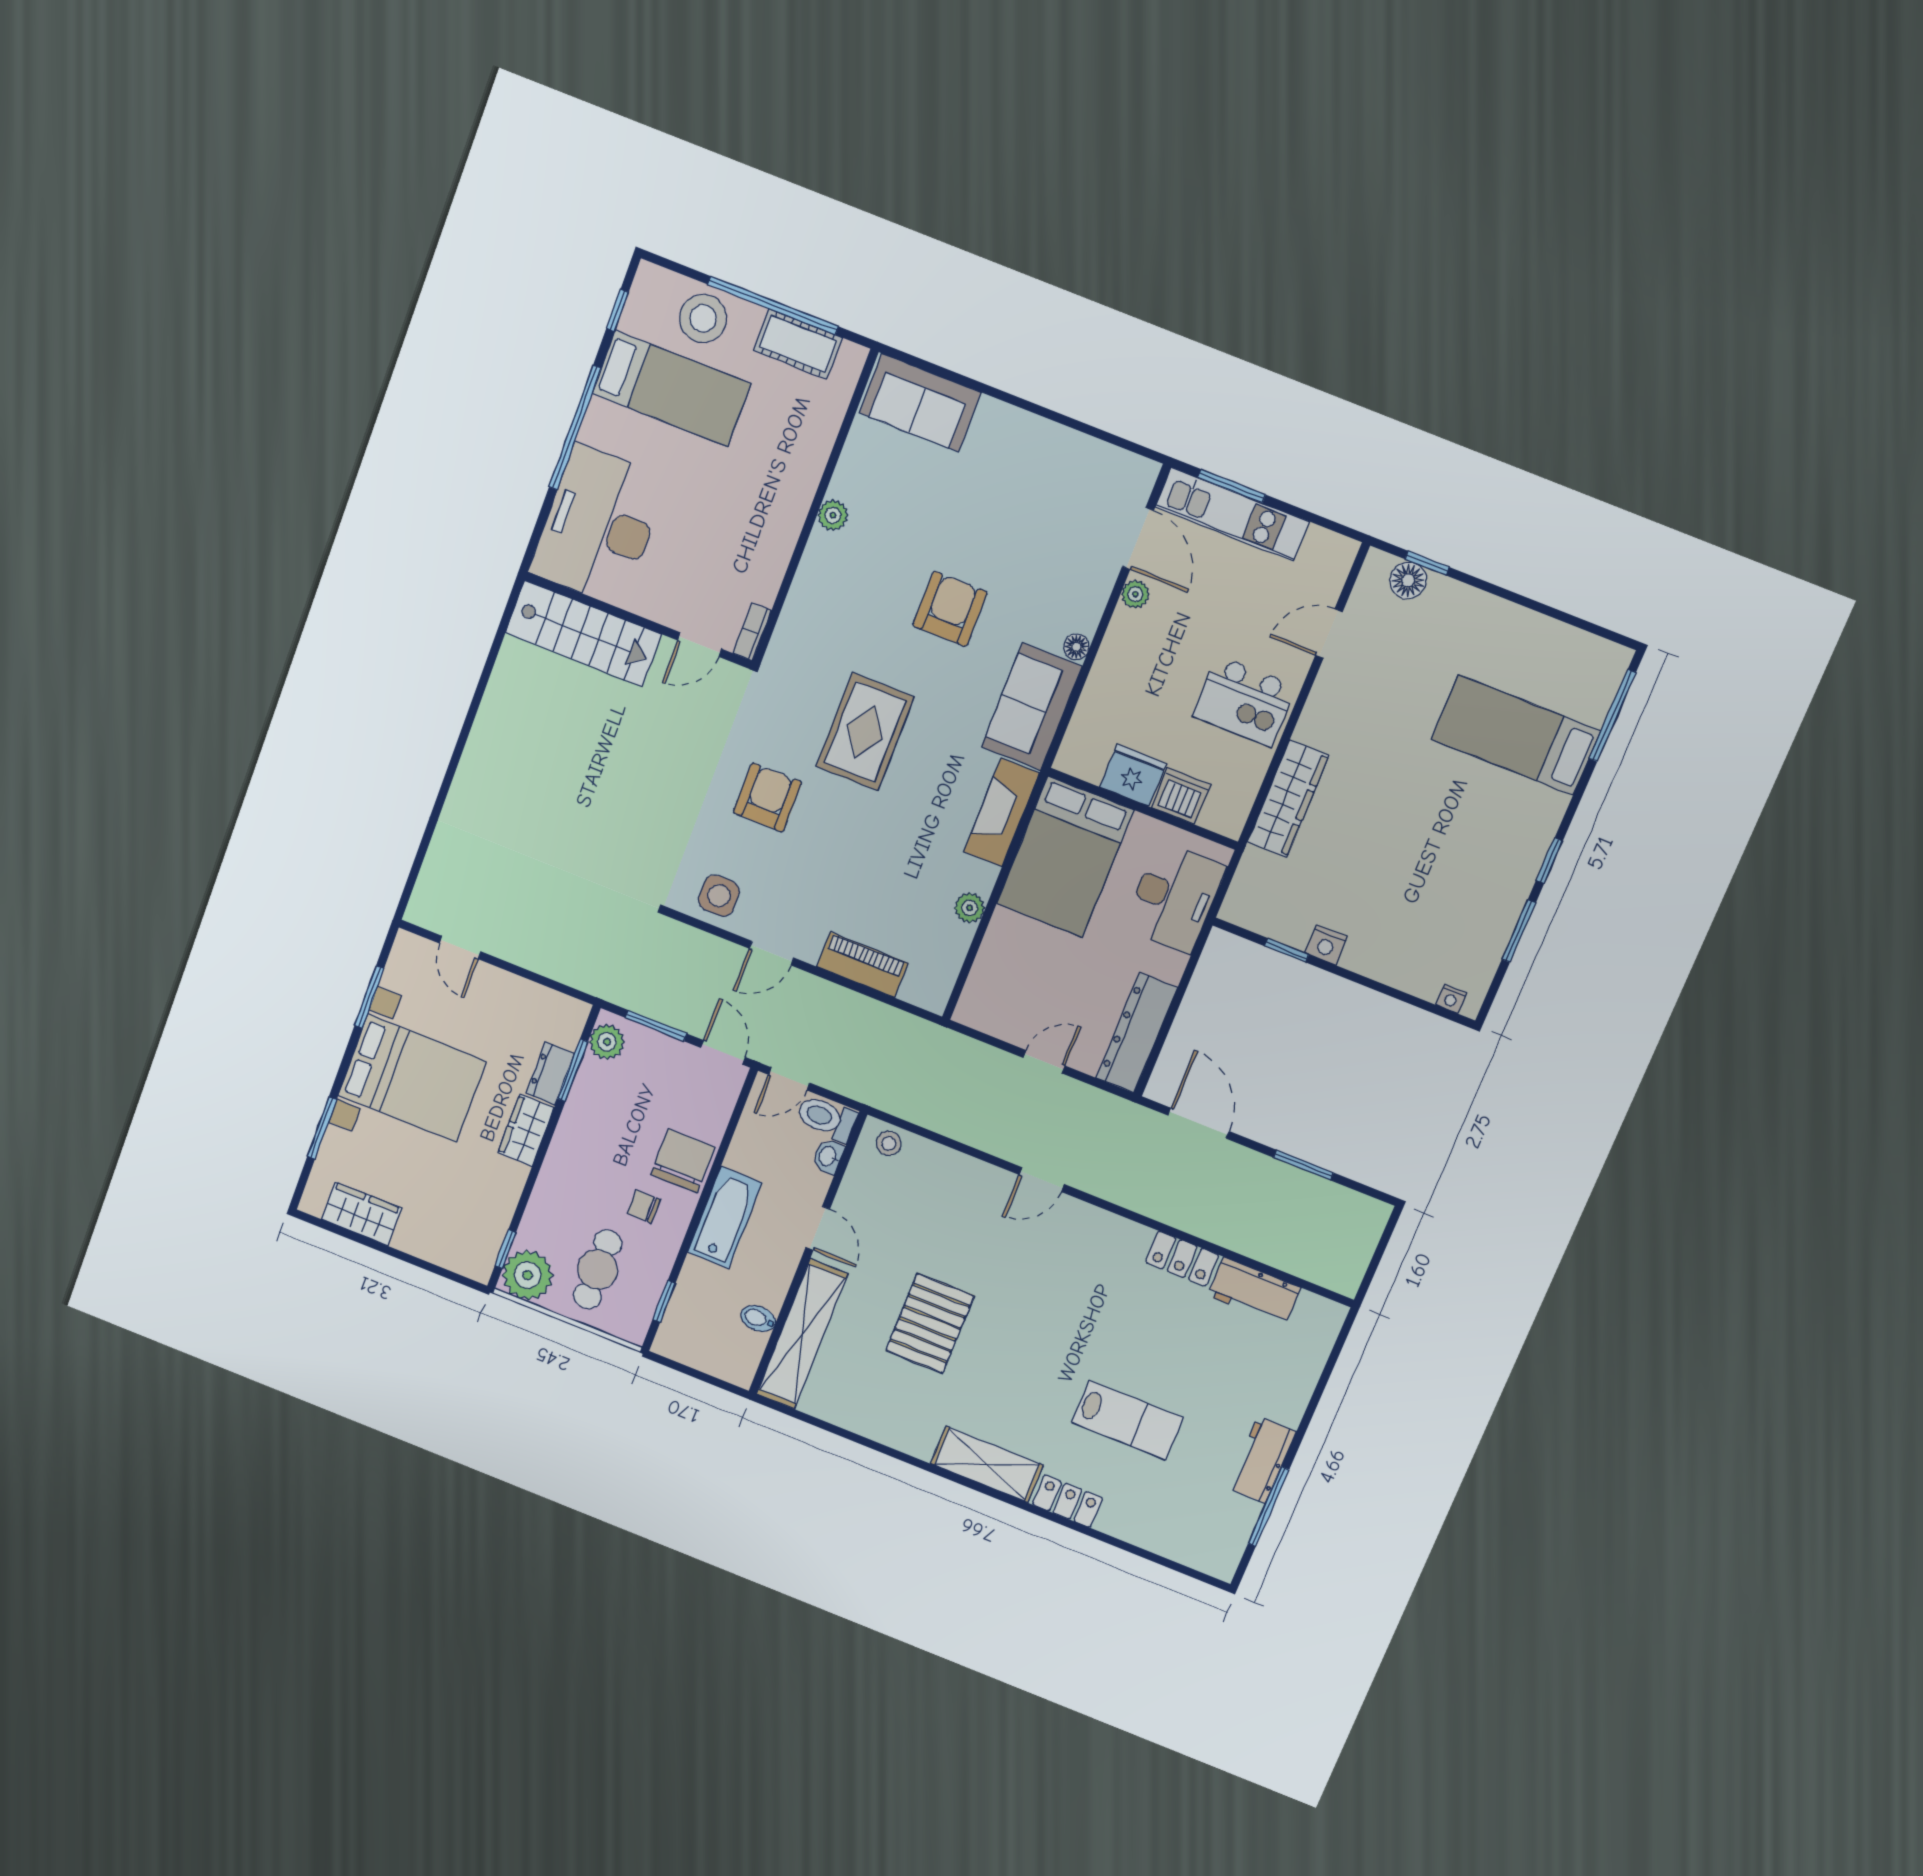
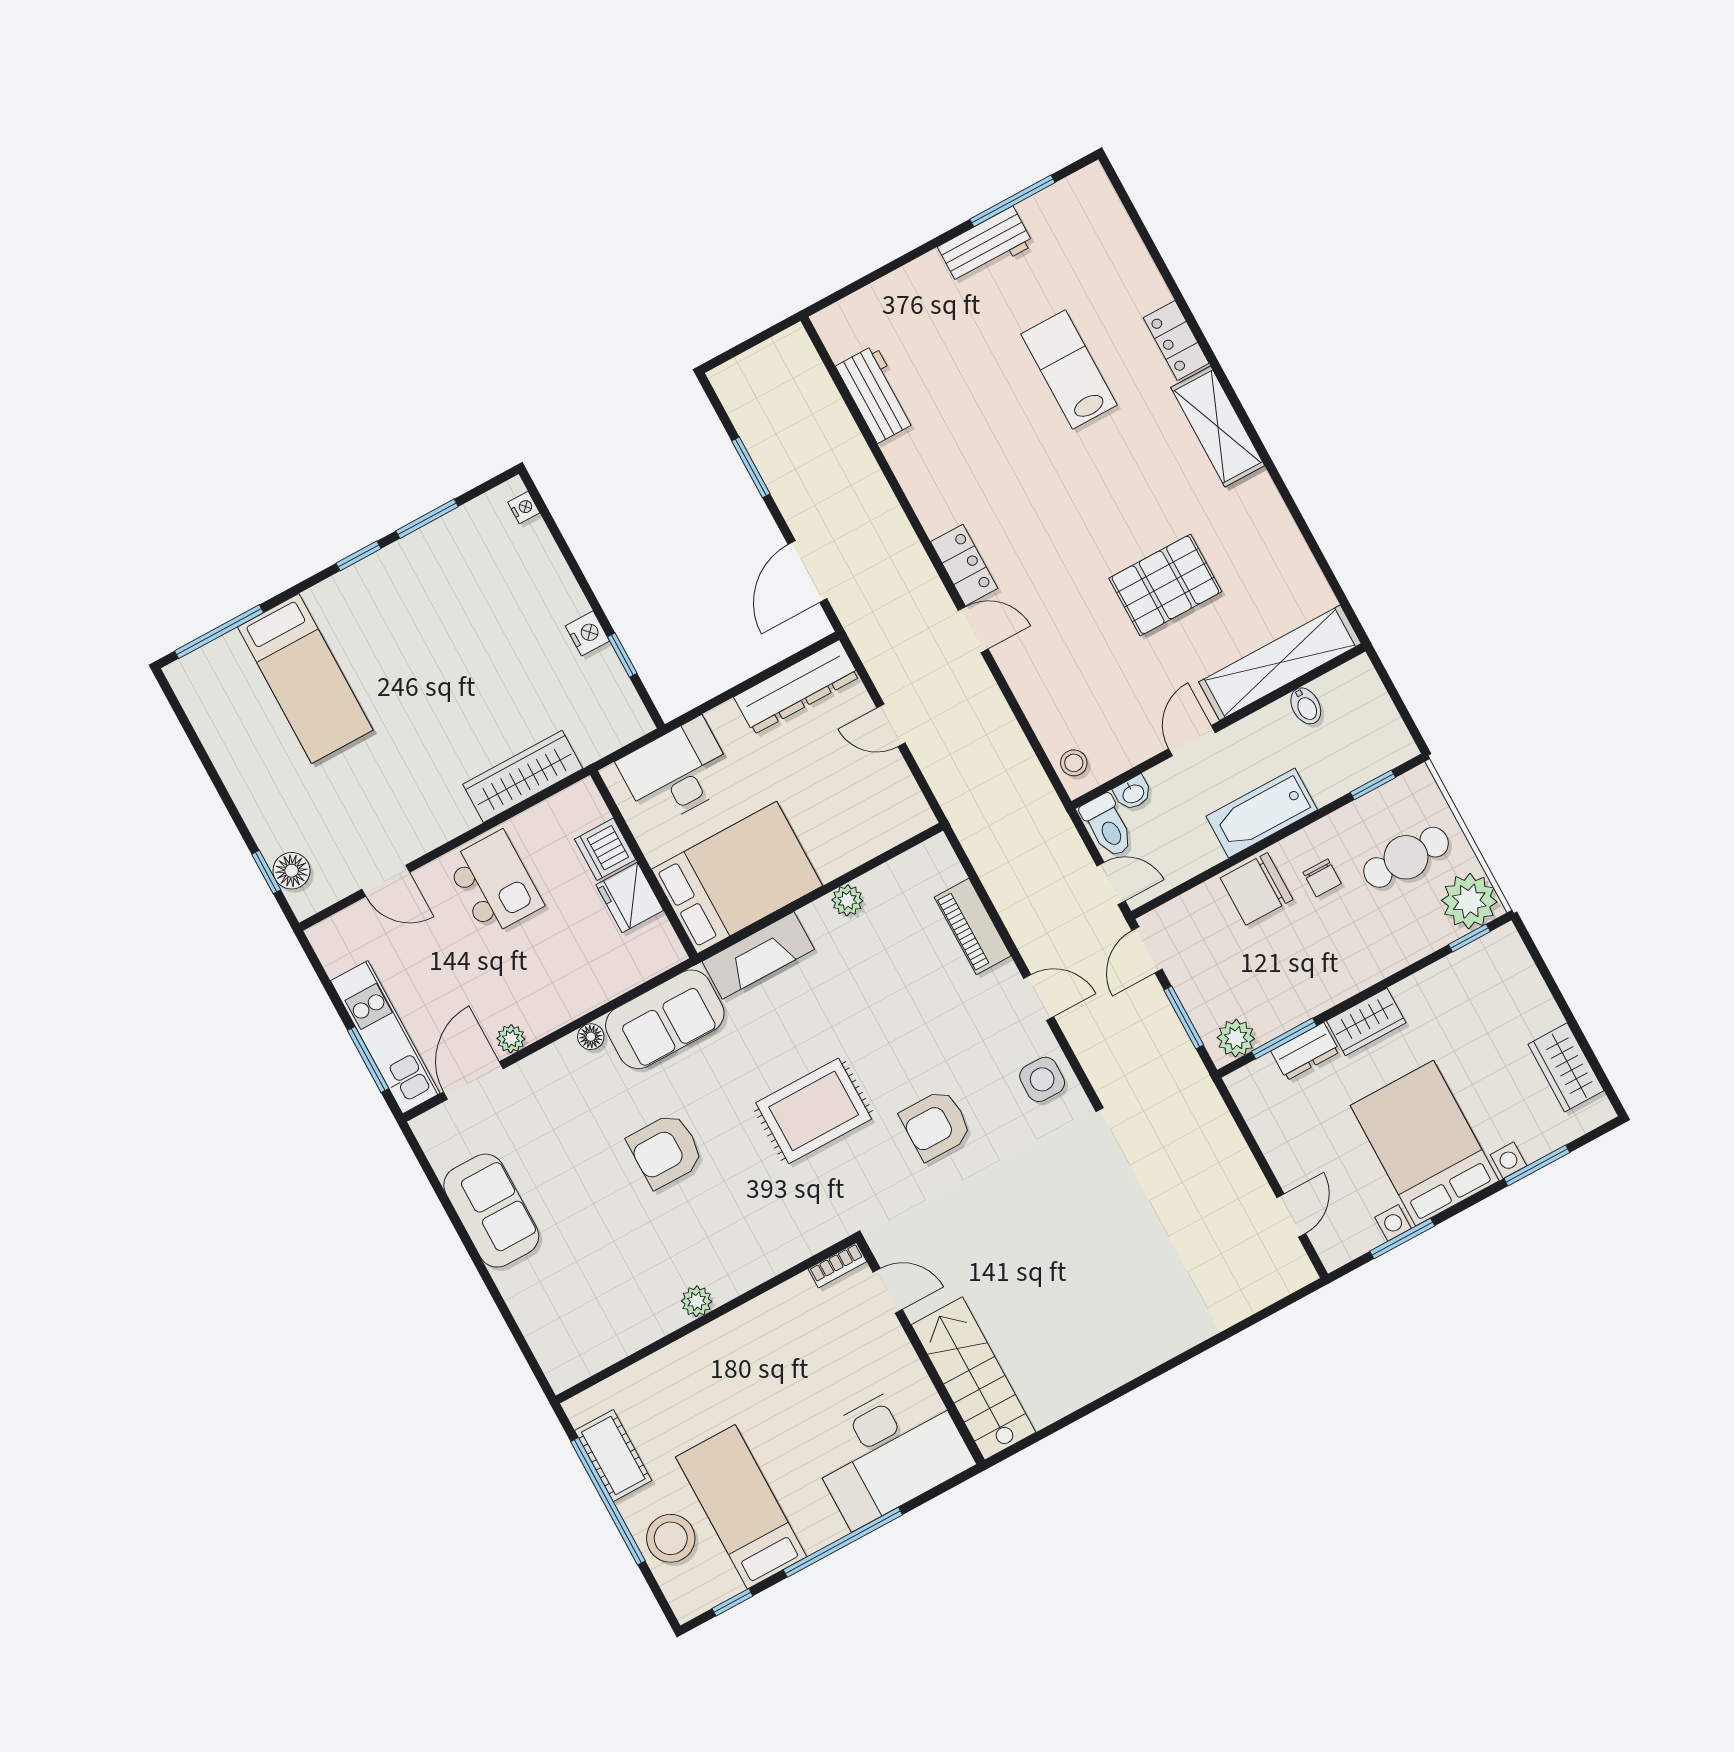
sofa: (920, 403) -> (491, 1211), moved
locker: (1182, 1259) -> (964, 565), moved

